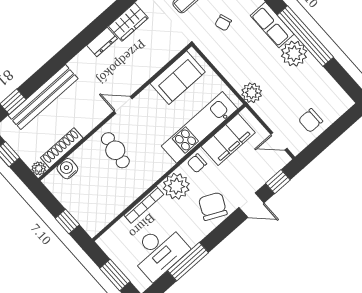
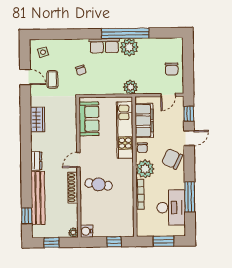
dresser: (102, 42) -> (36, 161), moved
shoe rack: (62, 148) -> (73, 188), moved
water cooler: (67, 169) -> (87, 231), moved

